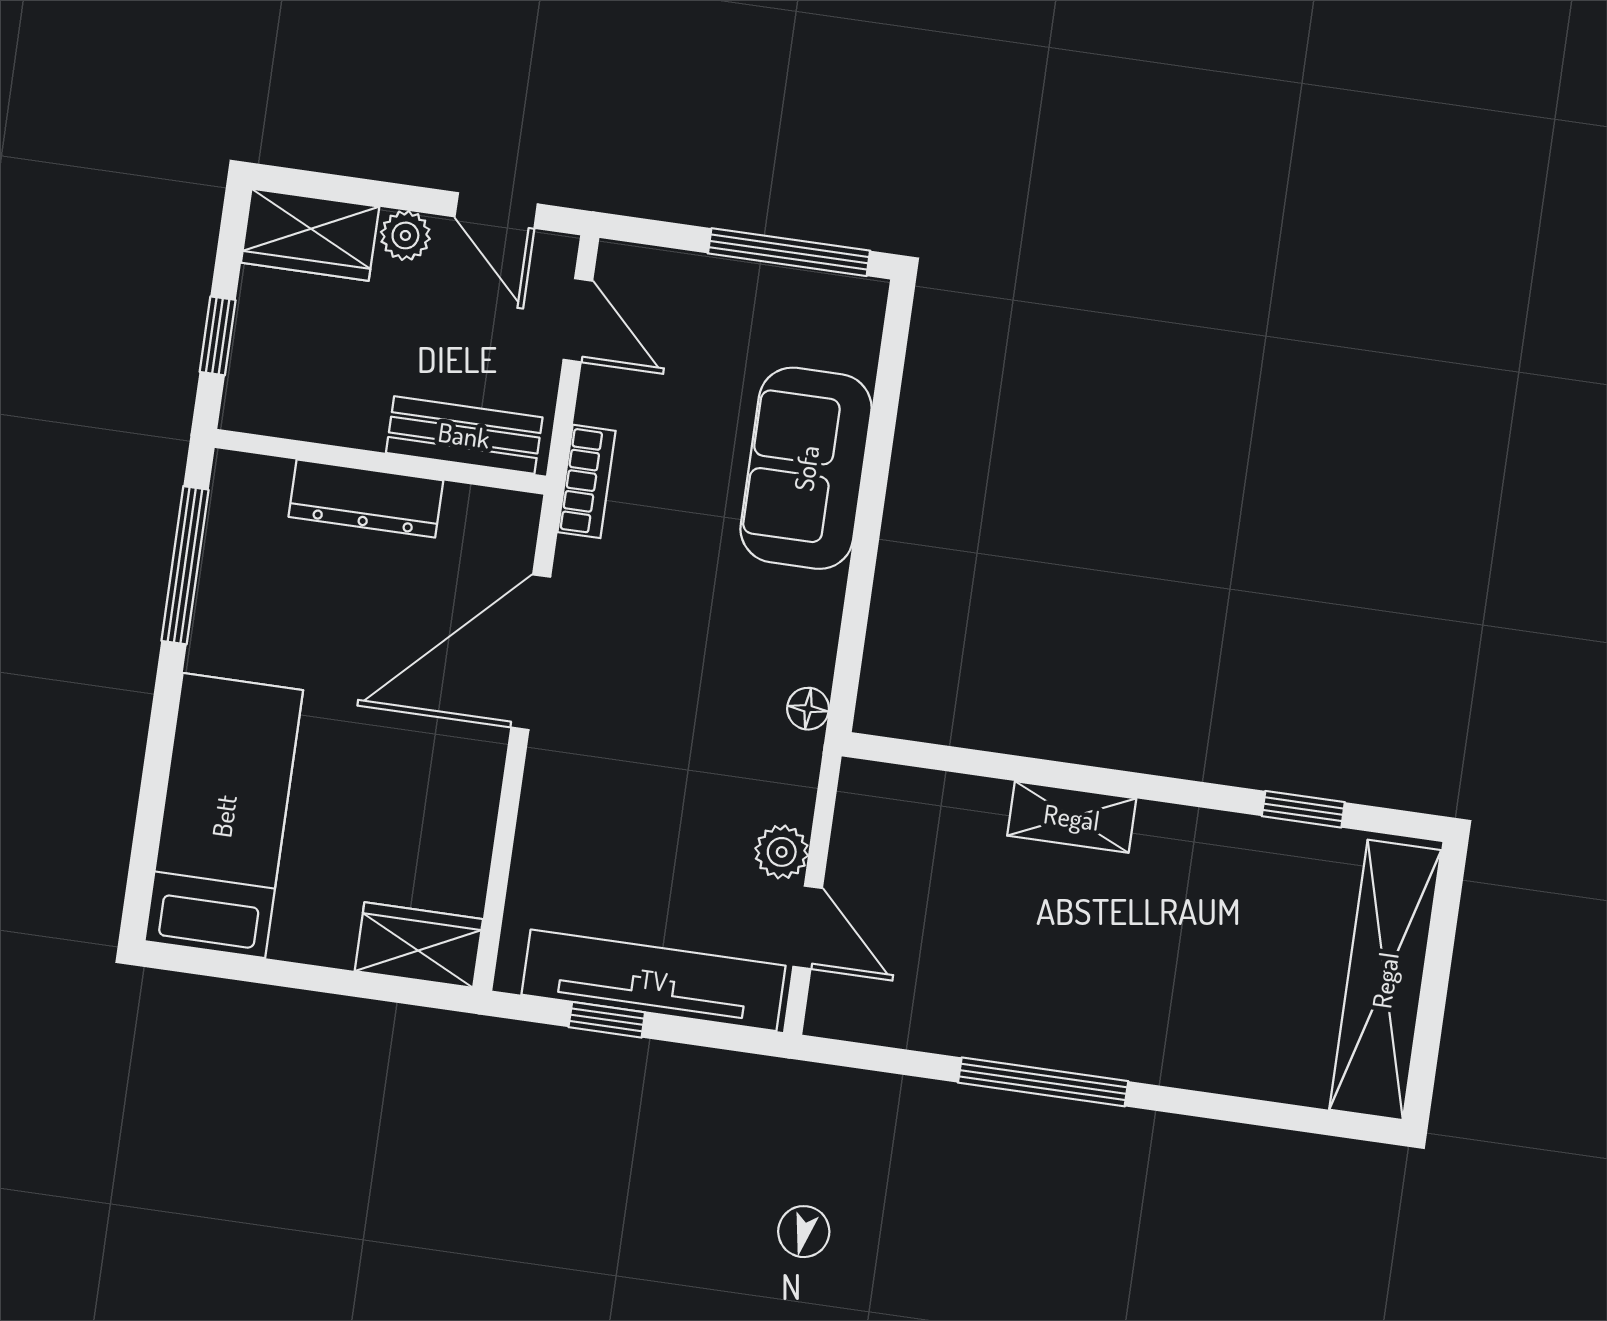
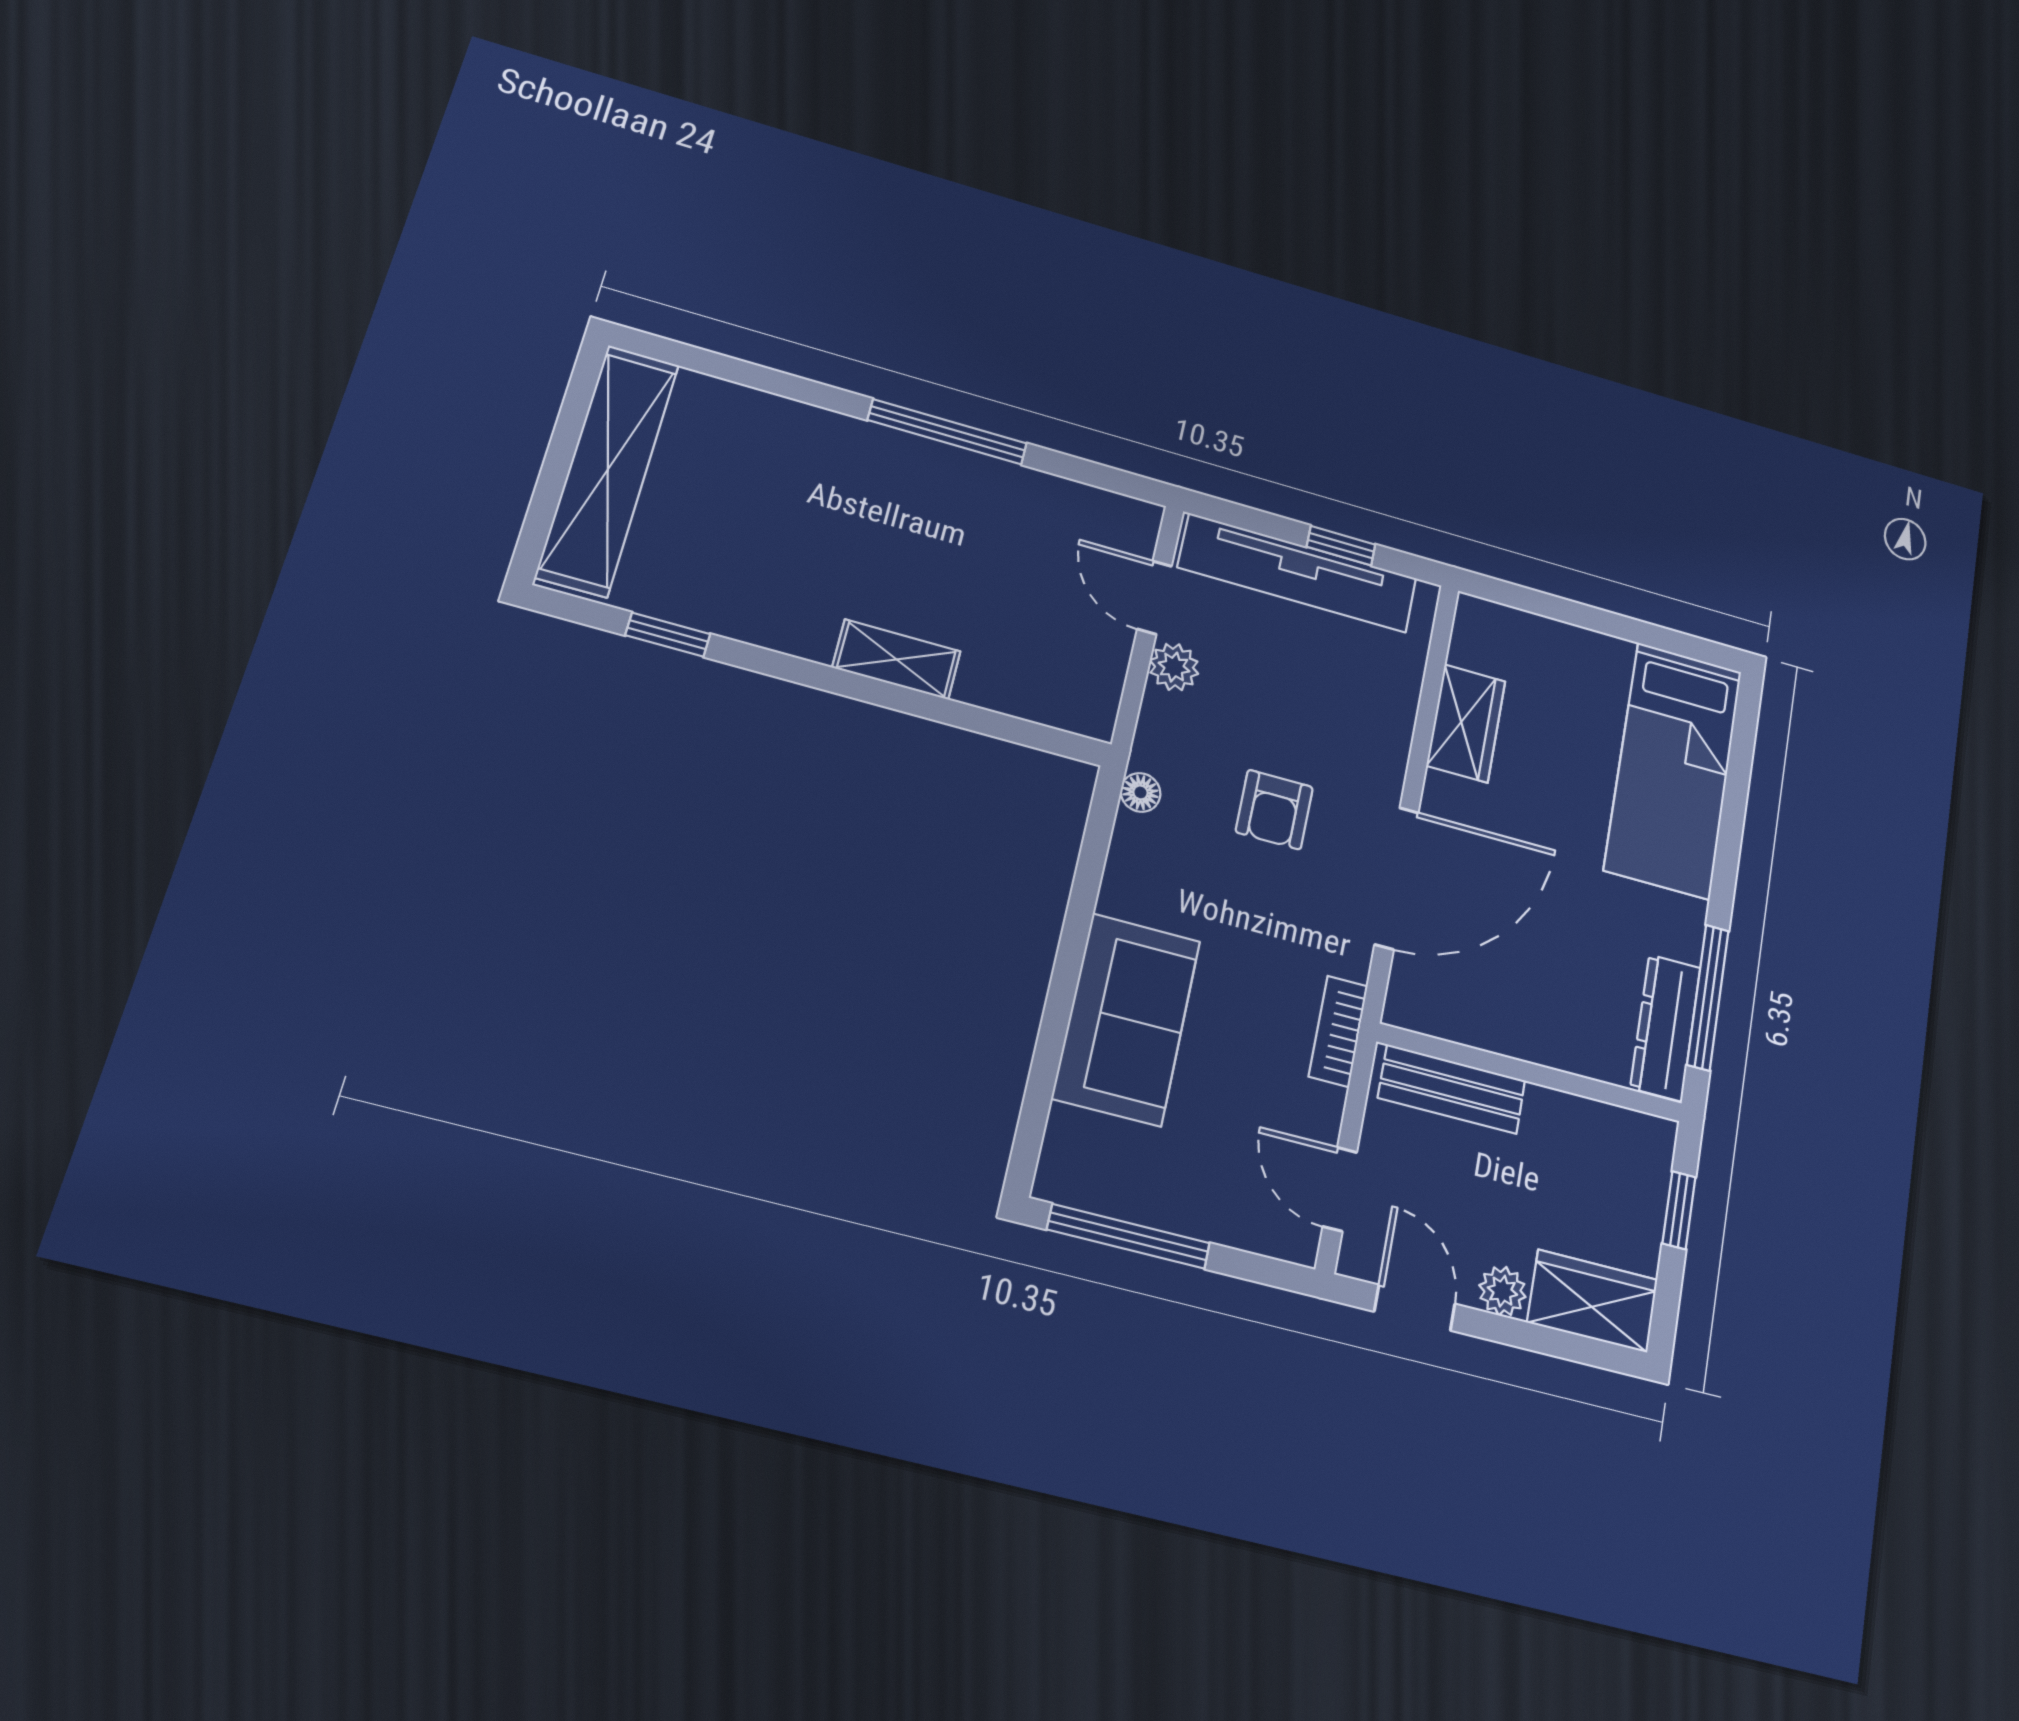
dresser: (366, 499) -> (1665, 1027), moved, turned -90
armchair: (666, 709) -> (1274, 810), added
wardrobe: (419, 945) -> (1466, 723), moved, turned -90

